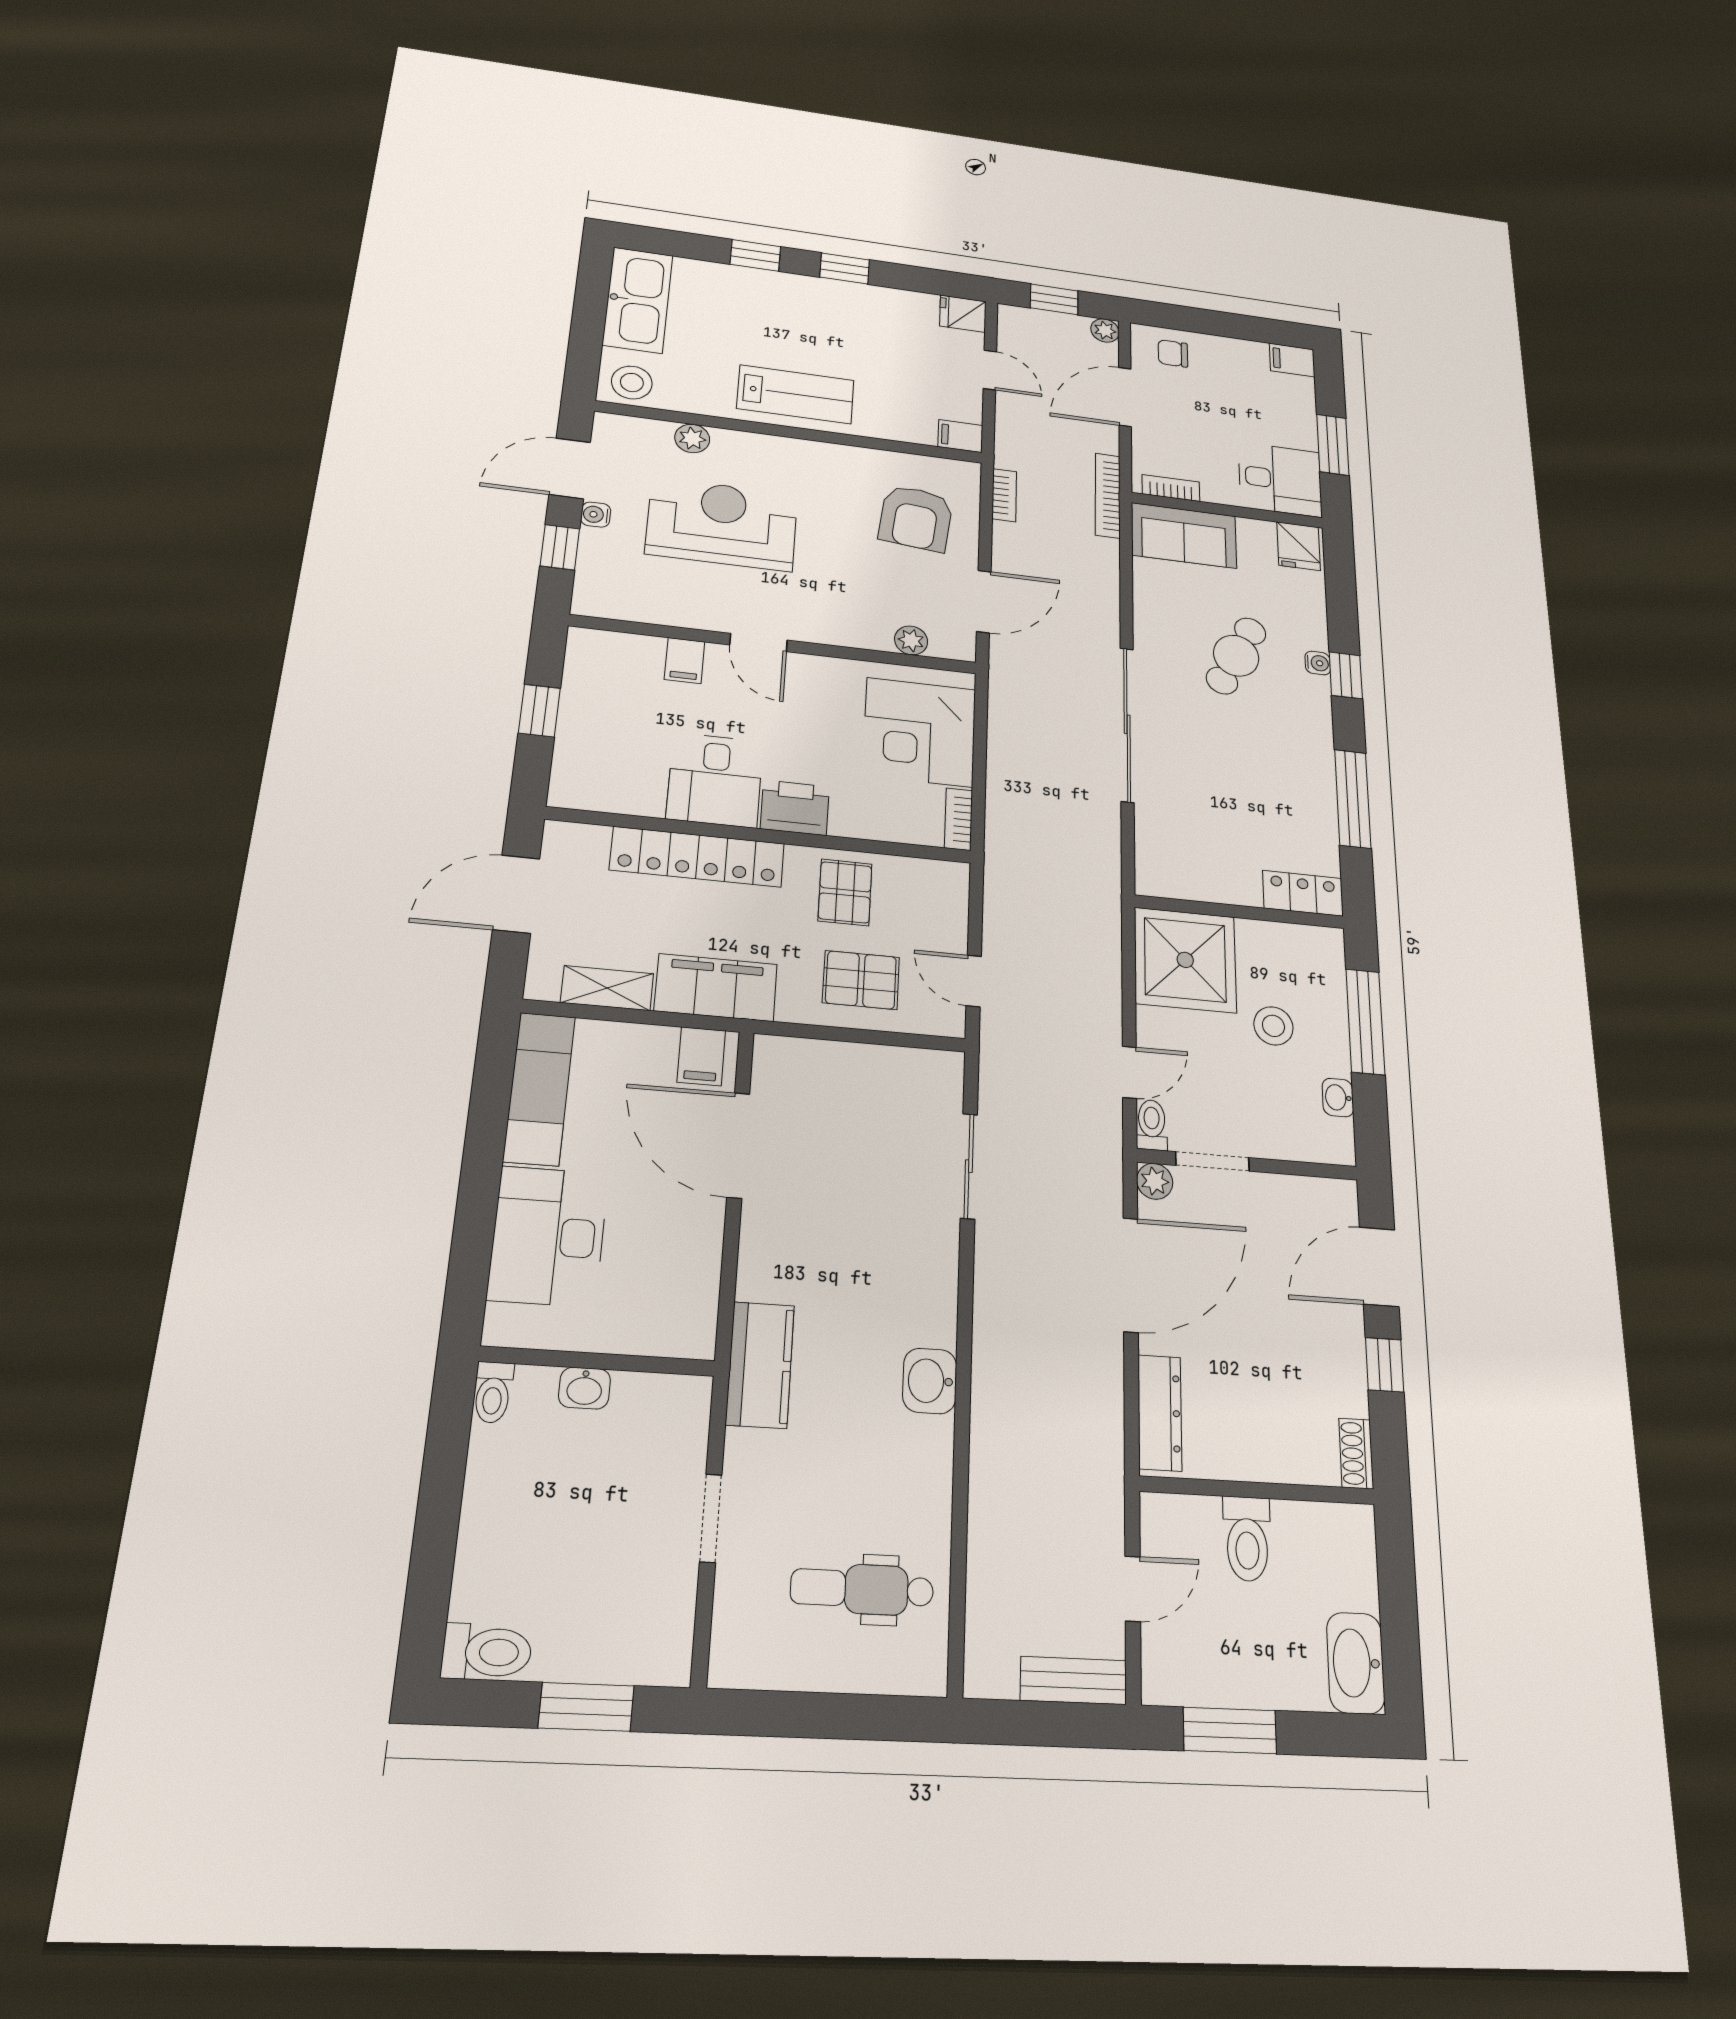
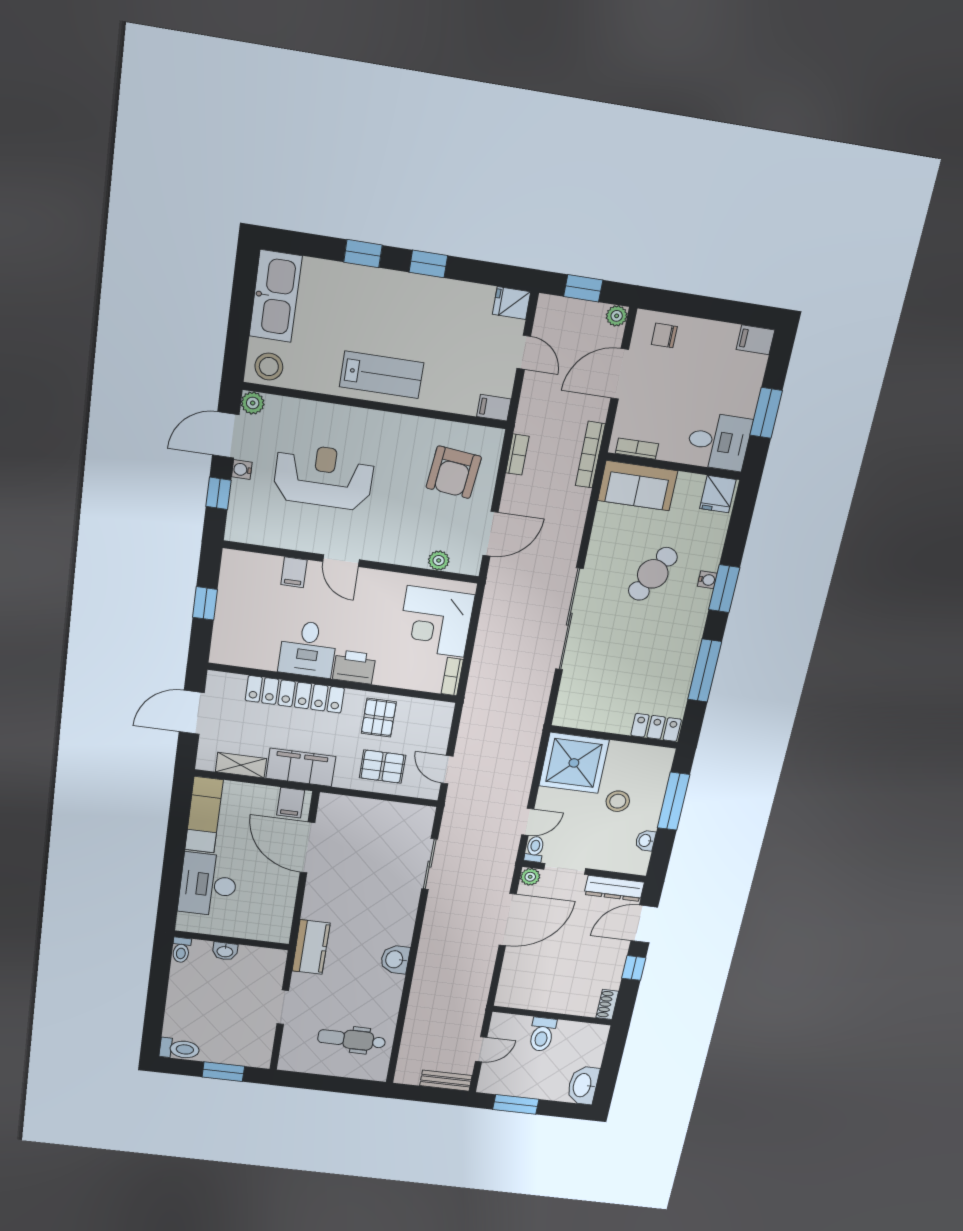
plant: (692, 438) -> (253, 403), moved
window: (1346, 675) -> (724, 589), width x1.50
dresser: (1160, 1413) -> (614, 888), moved, turned 90

